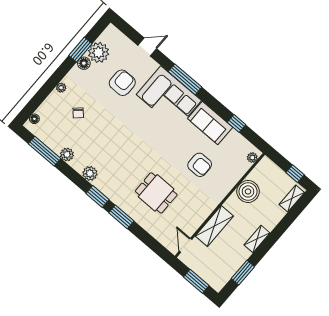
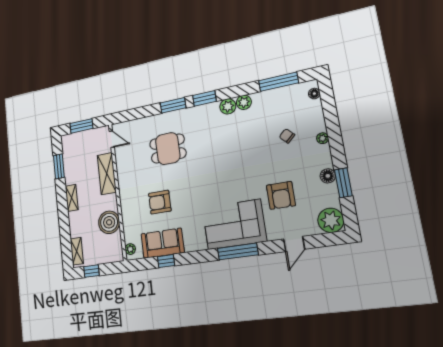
plant: (99, 52) -> (331, 220), moved
sofa: (210, 123) -> (162, 243), moved
plant: (67, 154) -> (244, 102), moved

